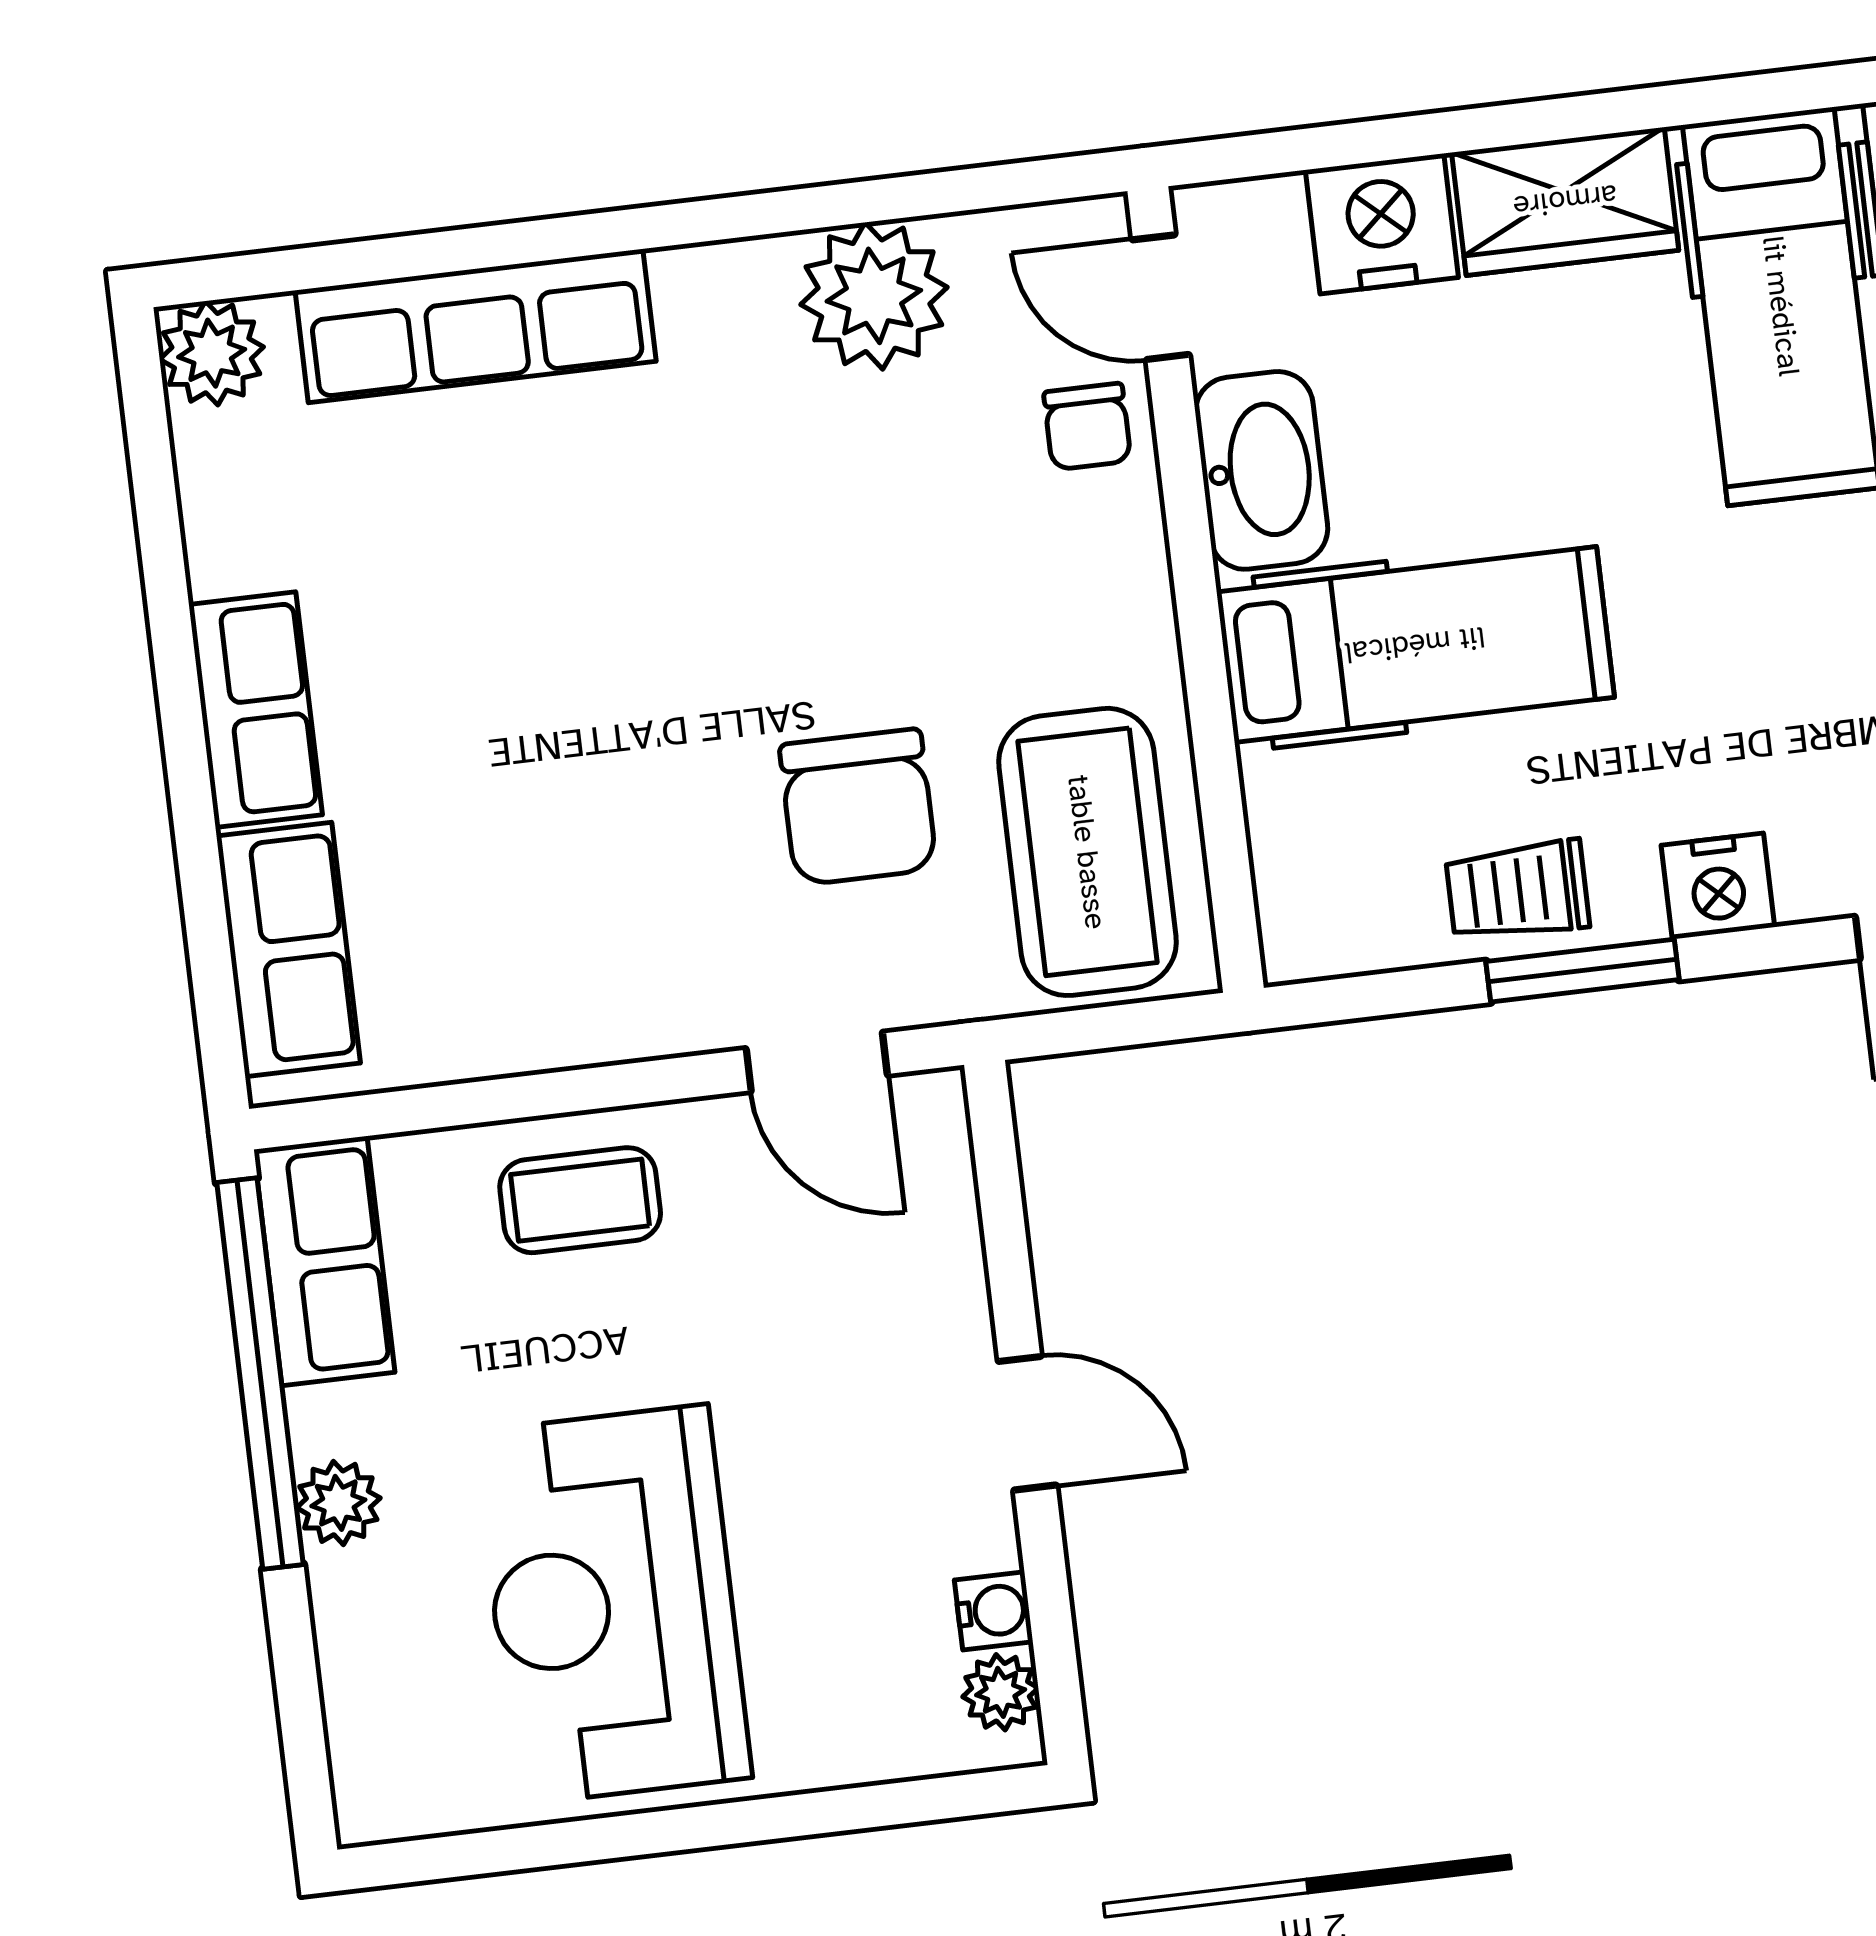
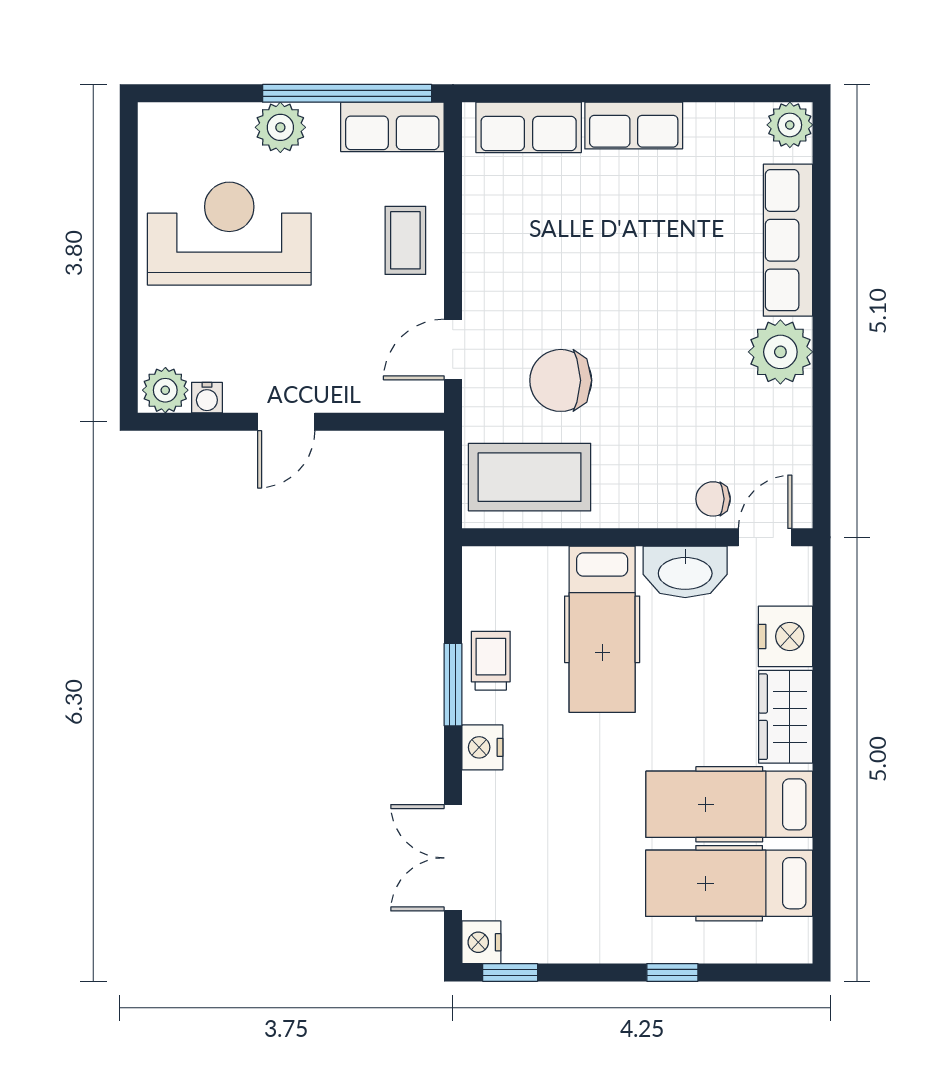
plant: (874, 296) -> (780, 352), moved
plant: (338, 1503) -> (280, 127), width x1.38, depth x1.38
plant: (1001, 1692) -> (165, 390), width x1.38, depth x1.38

